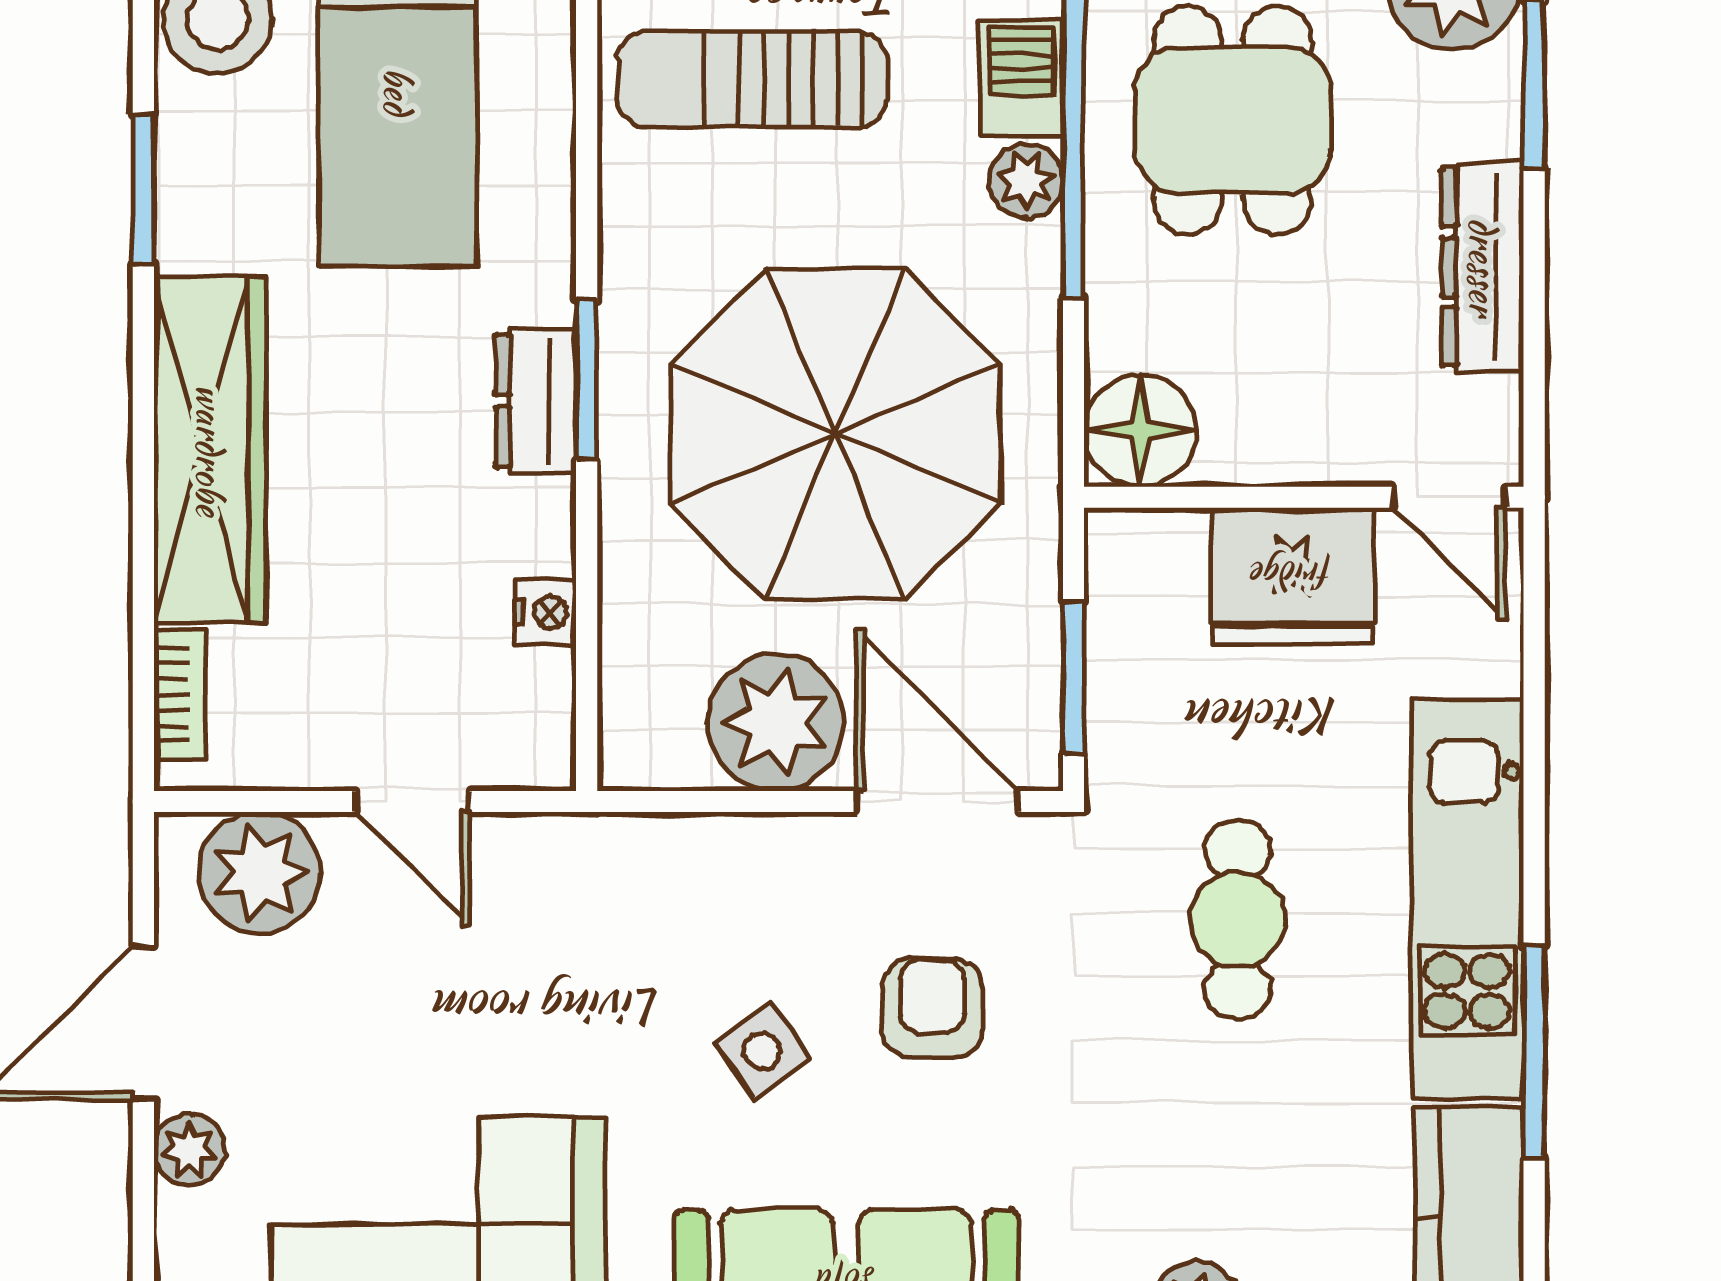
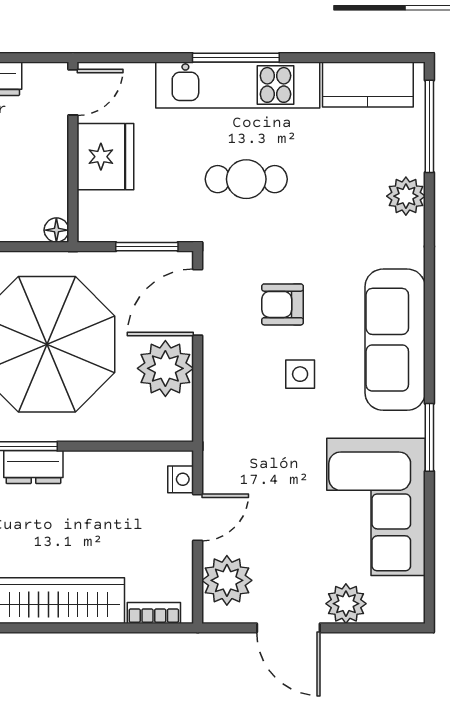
floor lamp: (1140, 431) -> (56, 230), width x0.53, depth x0.53
nightstand: (545, 612) -> (181, 479), moved, turned 90
side table: (762, 1051) -> (300, 374), turned 35
window: (1534, 1052) -> (236, 58), moved
plant: (189, 1150) -> (346, 604), width x1.38, depth x1.38

